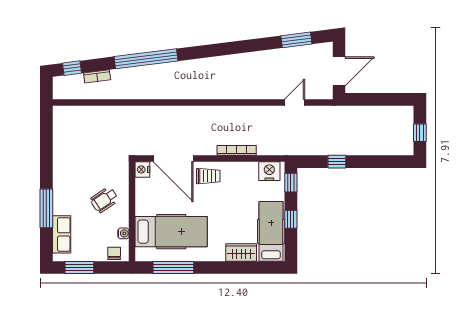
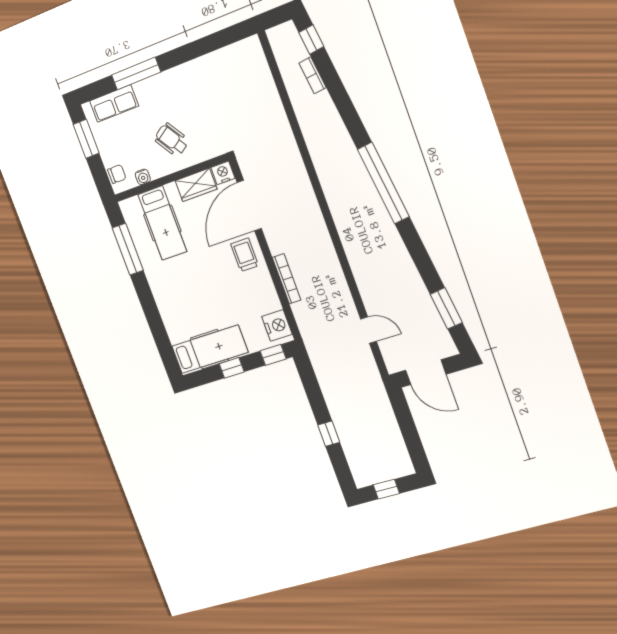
window: (146, 59) -> (383, 183), moved
window: (337, 162) -> (329, 434), moved
trolley: (208, 176) -> (245, 255), turned 180
hospital bed: (171, 232) -> (162, 223), width x0.73, depth x0.78
wardrobe: (241, 252) -> (196, 185), moved, turned 90

